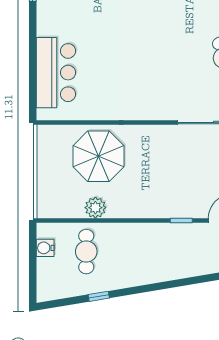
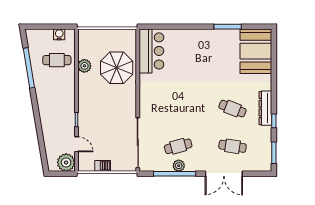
bar counter: (56, 73) -> (151, 51), moved, turned -90
window: (99, 296) -> (29, 68), width x3.17

